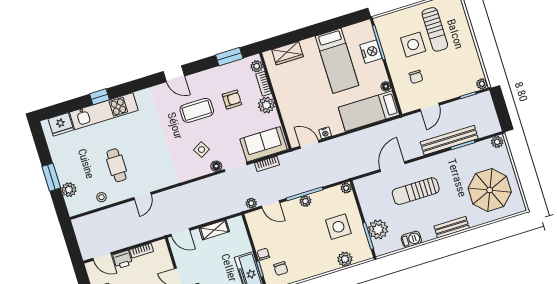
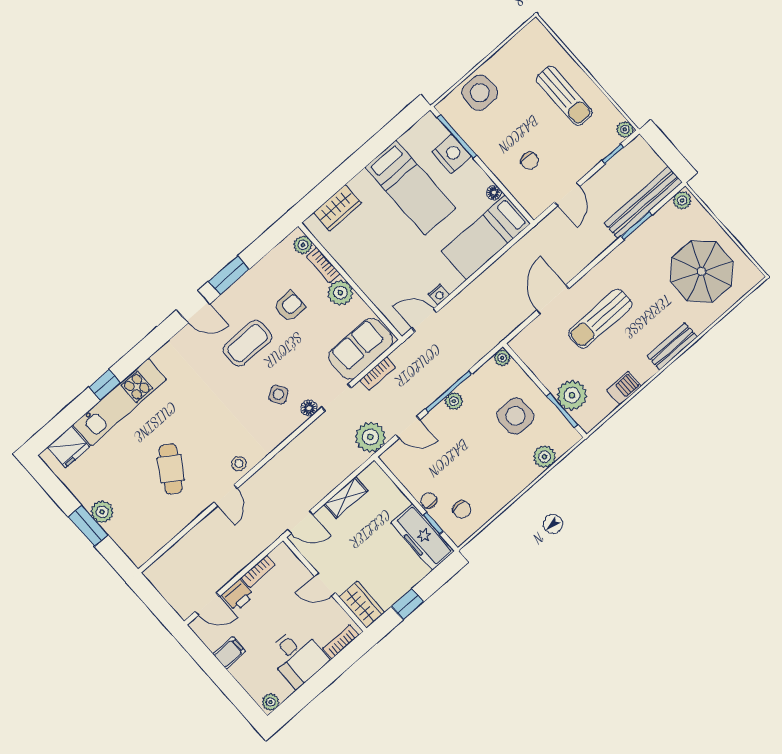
sun lounger: (435, 29) -> (564, 96), moved
side table: (413, 45) -> (480, 93), moved
window: (229, 57) -> (229, 275), moved
bench: (449, 140) -> (643, 203), moved
cafe table: (117, 165) -> (171, 469), turned 33
plant: (69, 190) -> (102, 512), moved
stool: (101, 197) -> (239, 464), moved
plant: (251, 203) -> (370, 437), width x1.88, depth x1.88

